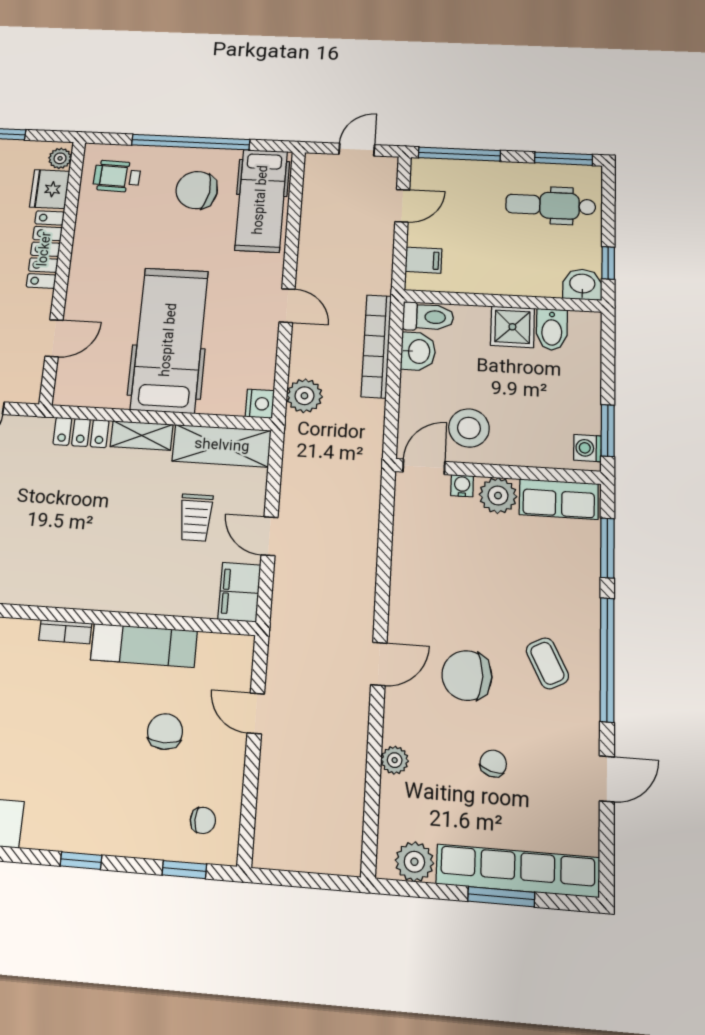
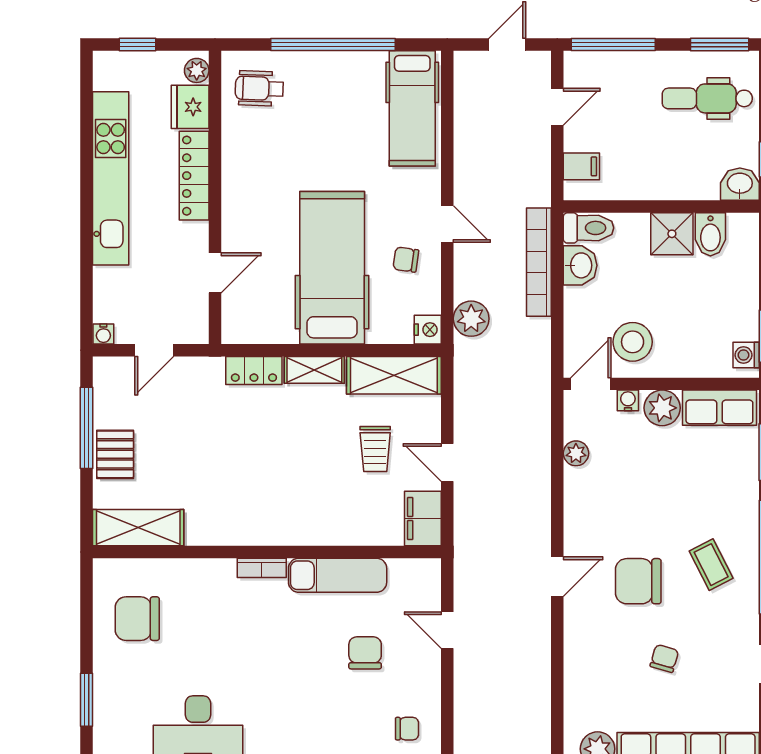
chair: (197, 190) -> (406, 260), moved, width x0.54, depth x0.54
plant: (395, 760) -> (576, 453), moved

